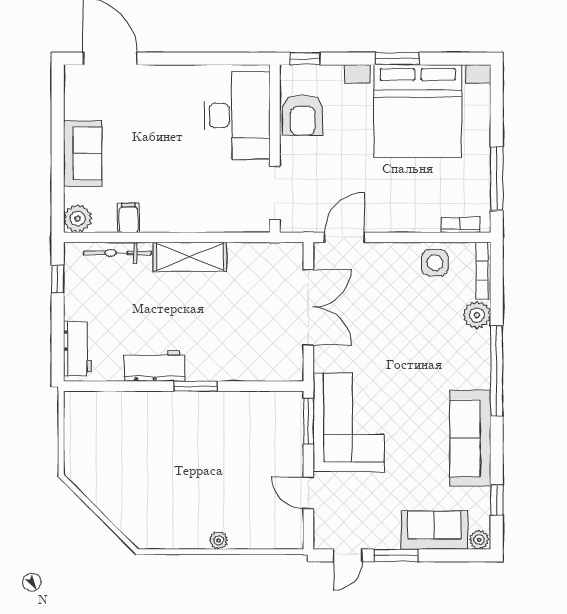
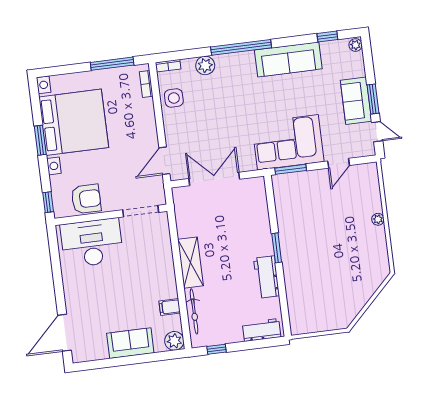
door: (344, 237) -> (164, 161), hinge flipped
bookcase: (483, 271) -> (168, 66), width x0.64
sofa: (434, 530) -> (356, 101), moved

